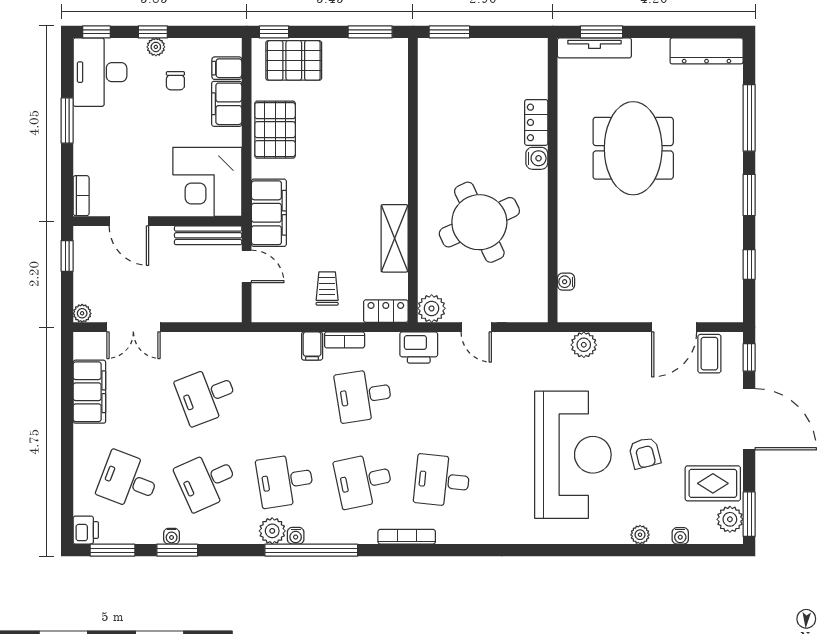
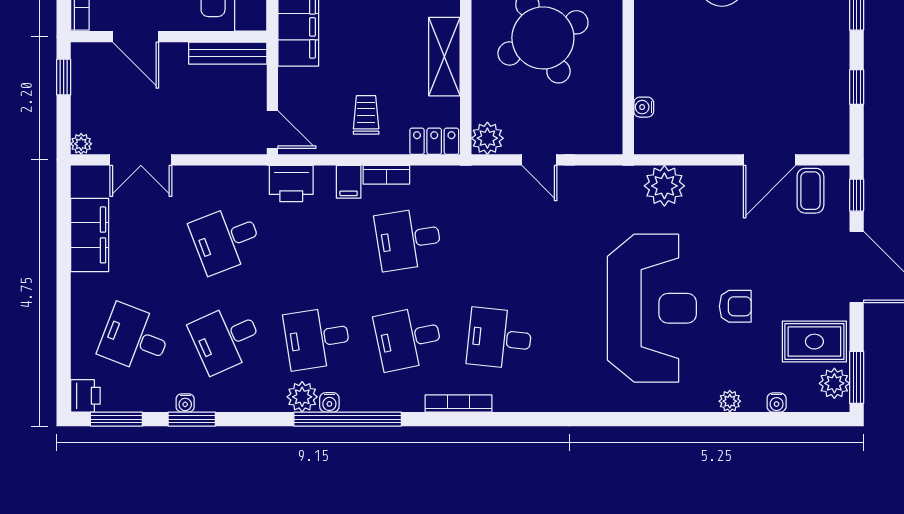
door: (247, 266) -> (272, 129), moved
plant: (584, 345) -> (664, 186), width x1.36, depth x1.36
printer: (419, 348) -> (291, 184), moved
armchair: (645, 453) -> (735, 306), turned -76

